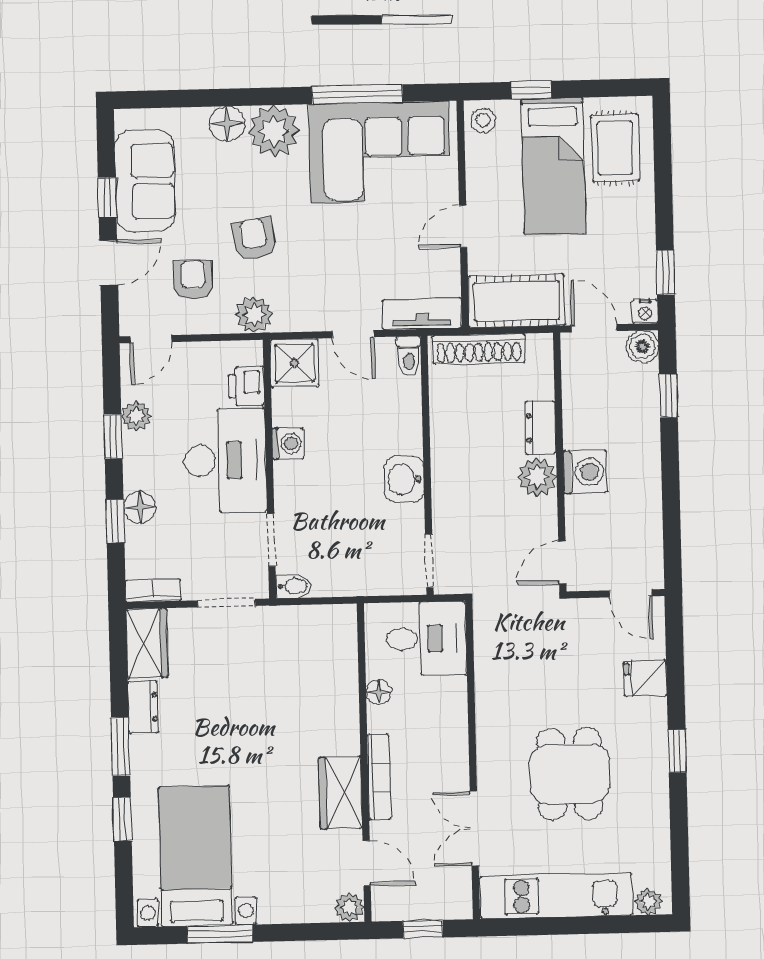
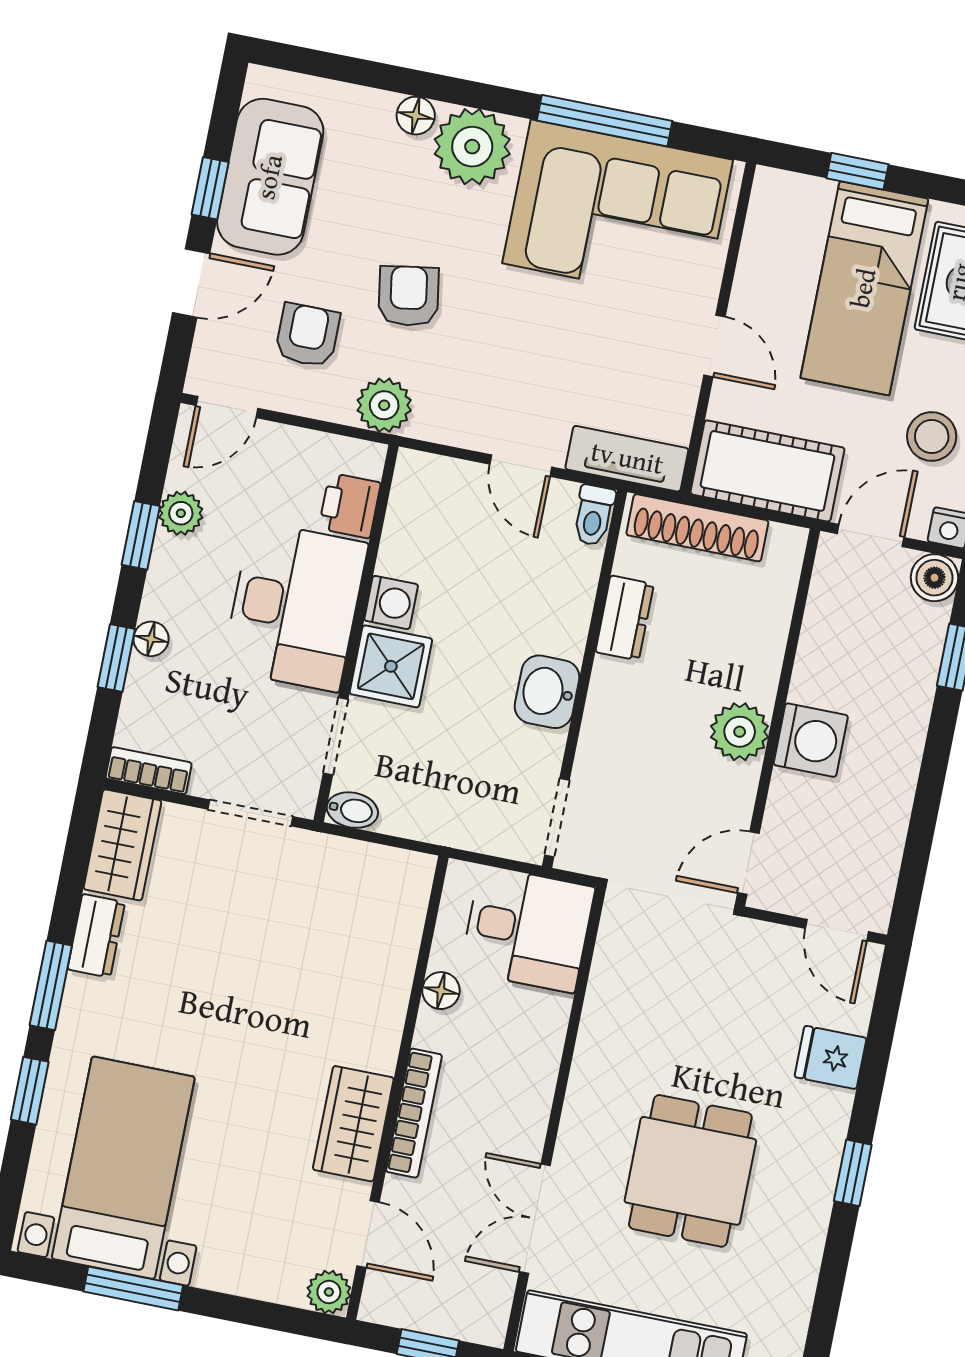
stool: (483, 120) -> (932, 436), moved, width x1.37, depth x1.37
floor lamp: (227, 124) -> (416, 116), width x0.73, depth x0.73
door: (463, 226) -> (714, 346), swing flipped
door: (594, 328) -> (871, 536), hinge flipped
shower: (294, 363) -> (391, 666), moved
dresser: (541, 428) -> (625, 618), moved, turned 180
floor lamp: (140, 507) -> (151, 639), width x0.73, depth x0.73

